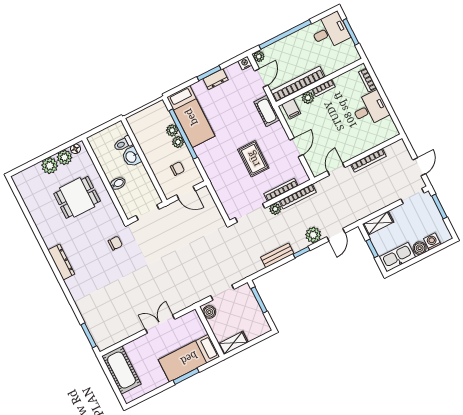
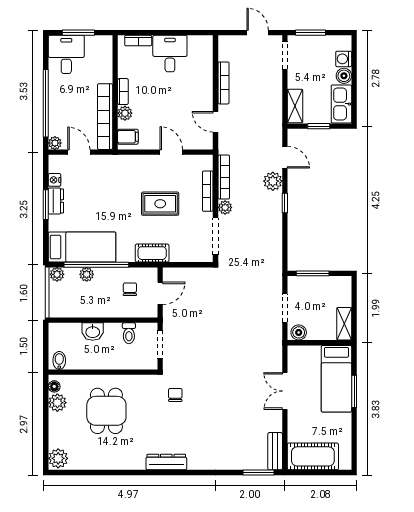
nightstand: (245, 63) -> (55, 180), moved
cot: (267, 111) -> (152, 253), moved
plant: (178, 142) -> (57, 274), moved
toilet: (123, 144) -> (129, 333), moved
plant: (50, 166) -> (58, 458), moved
bidet: (118, 184) -> (59, 360), moved
bench: (277, 255) -> (275, 451), moved

